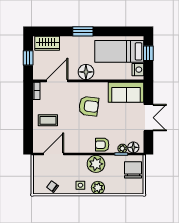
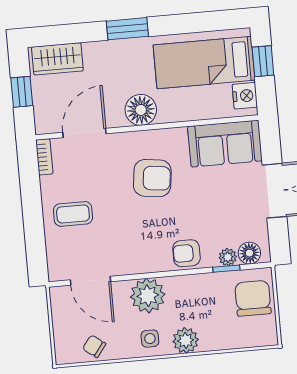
door: (54, 154) -> (90, 281), swing flipped
plant: (96, 164) -> (148, 296), moved

